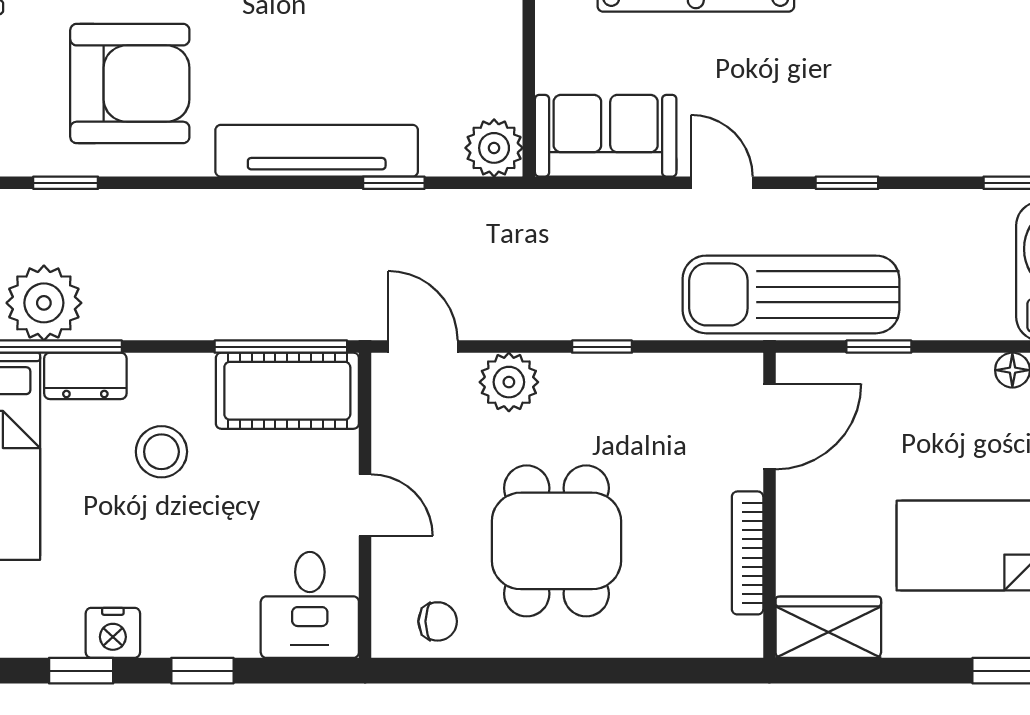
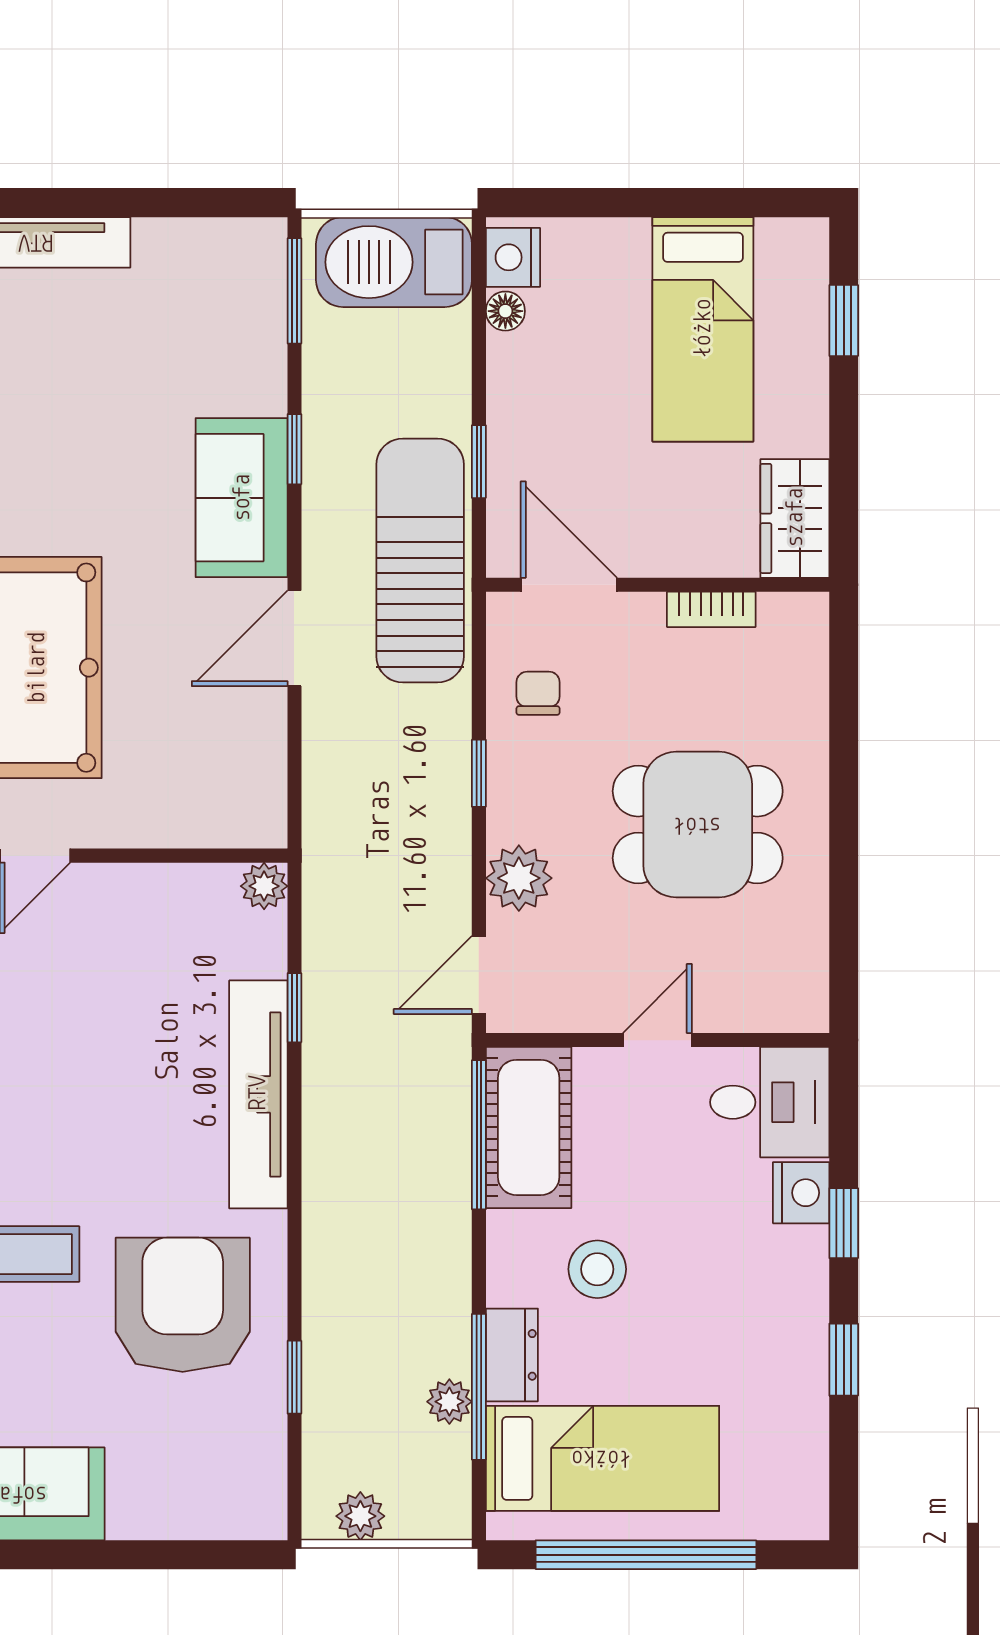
sofa: (606, 136) -> (242, 498), moved
plant: (494, 148) -> (264, 886), width x0.73, depth x0.73
door: (722, 183) -> (294, 638), width x1.38
window: (847, 183) -> (294, 449), moved
sun lounger: (791, 294) -> (420, 560), turned 180
plant: (44, 303) -> (449, 1402), width x0.53, depth x0.53
bookcase: (748, 553) -> (711, 609), width x0.64
chair: (438, 621) -> (538, 693), moved
nightstand: (113, 633) -> (801, 1193), moved

